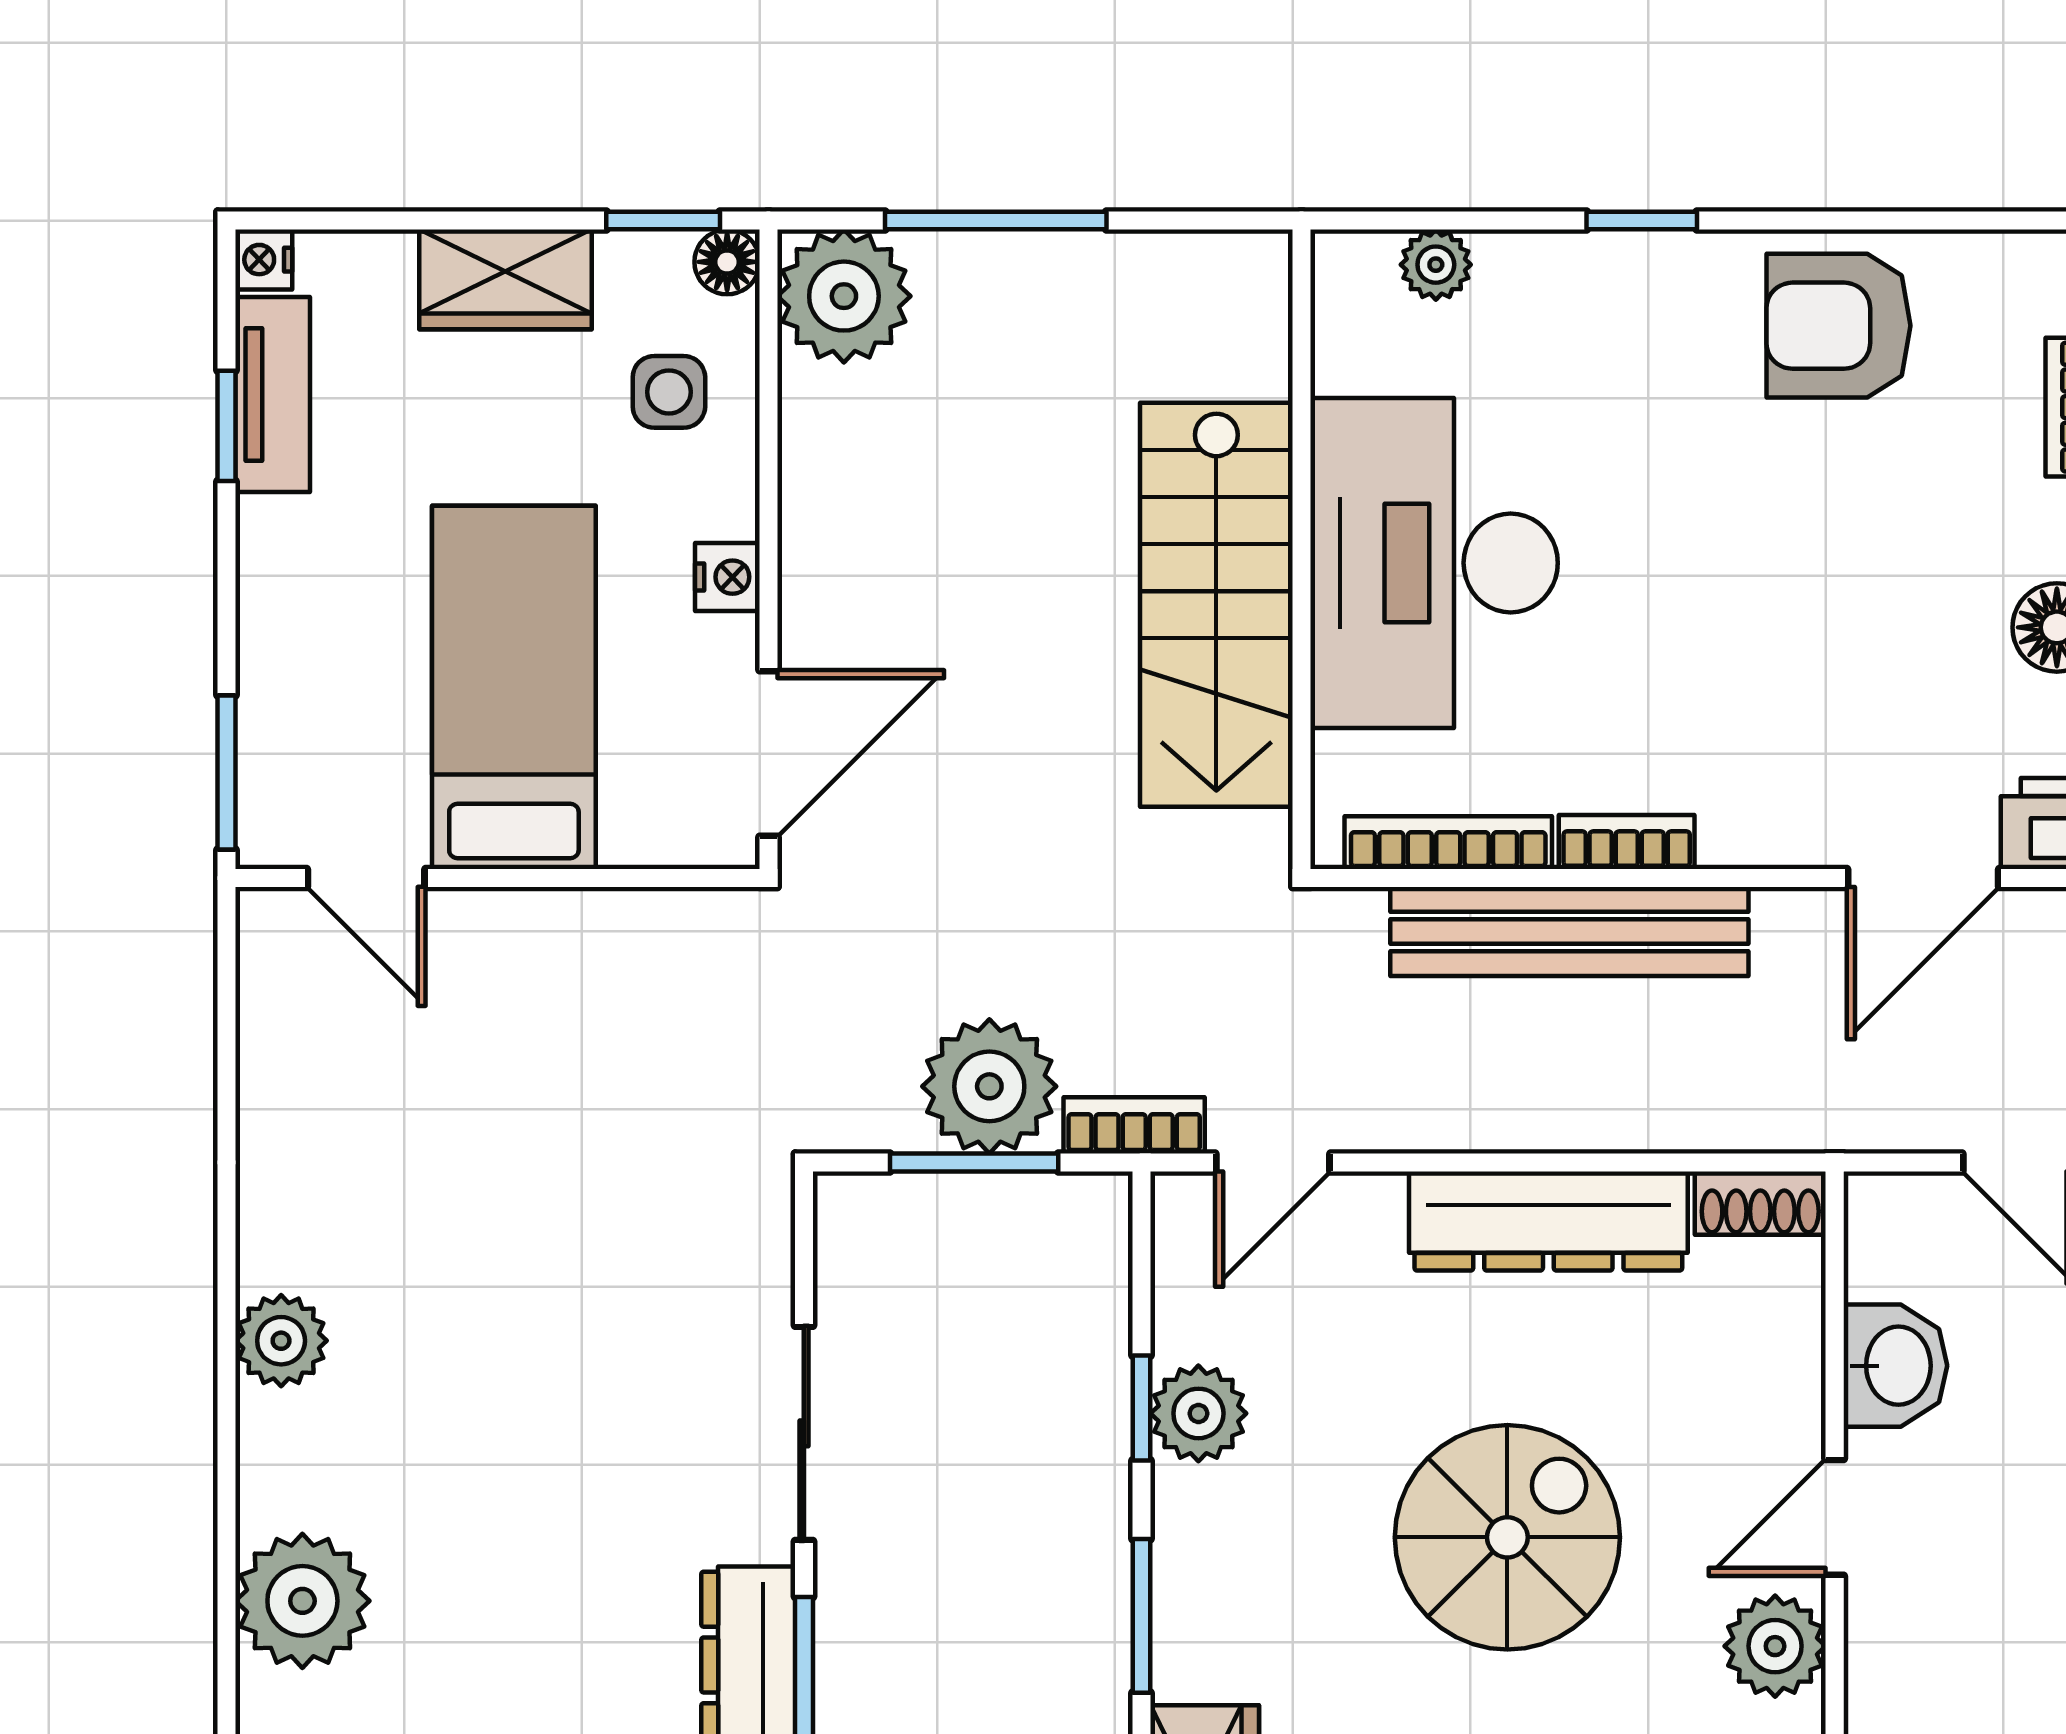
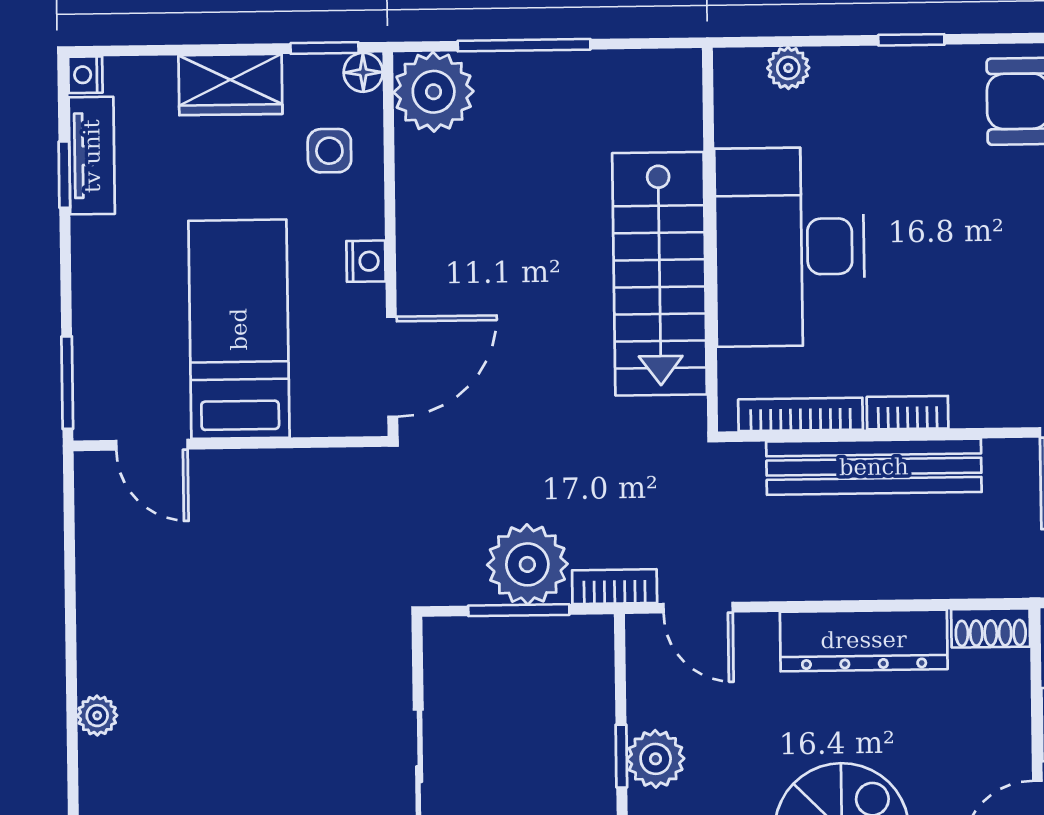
door: (1273, 1162) -> (698, 608), hinge flipped
plant: (281, 1341) -> (97, 716), width x0.73, depth x0.73

